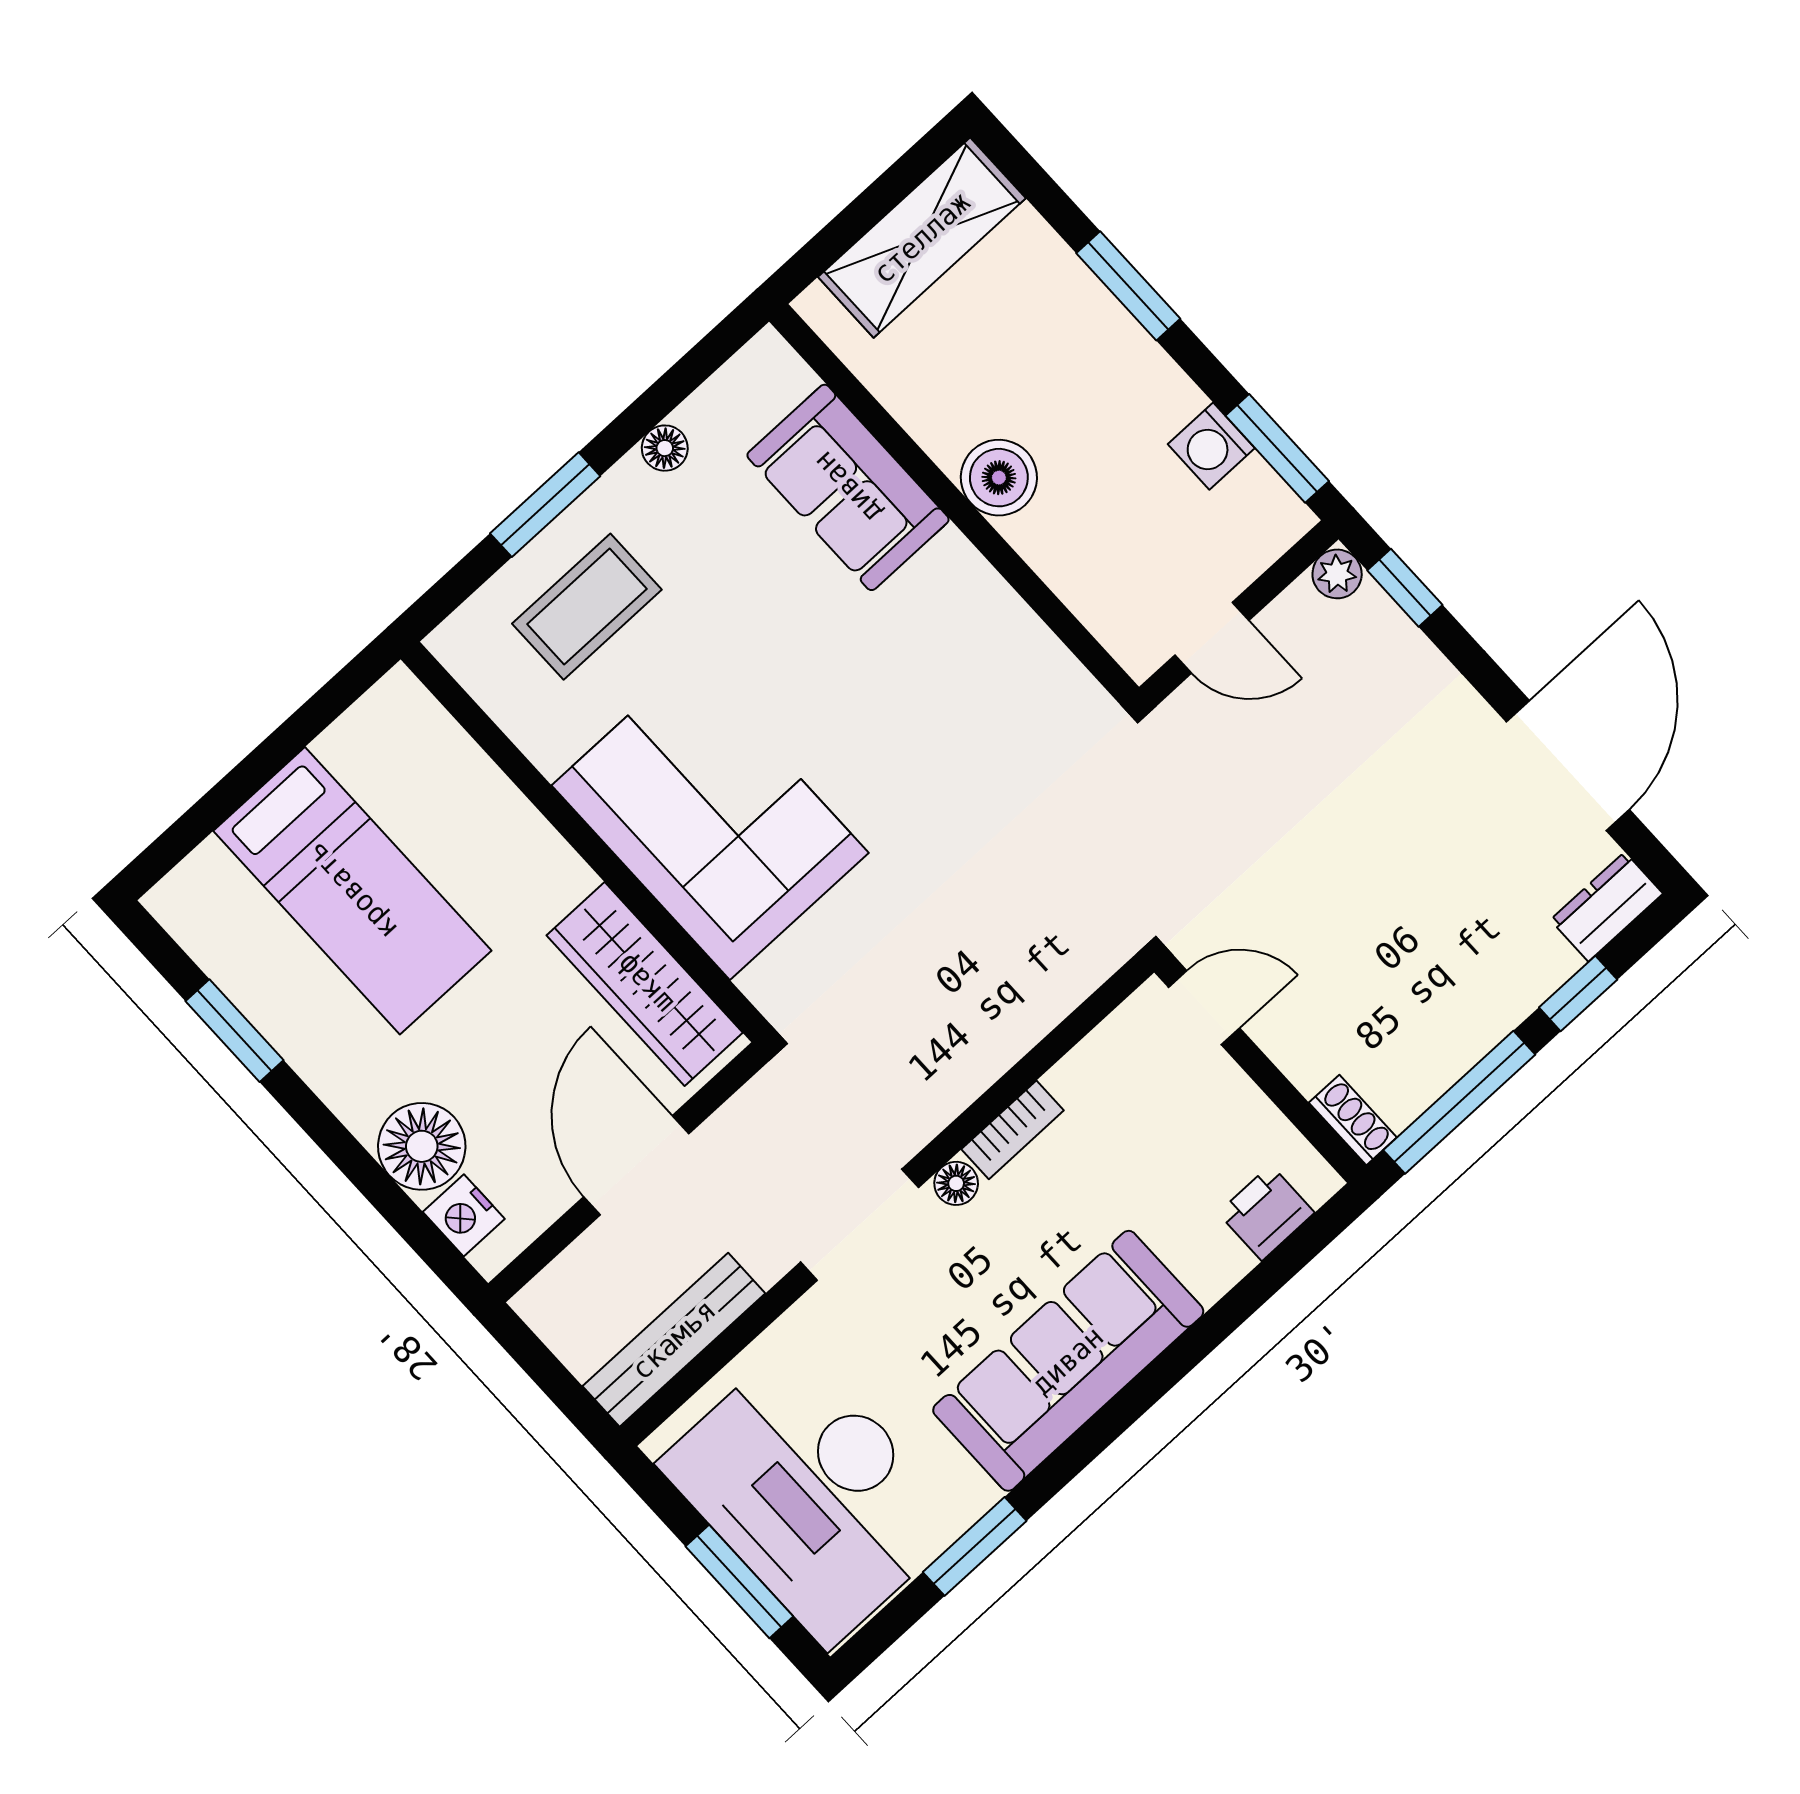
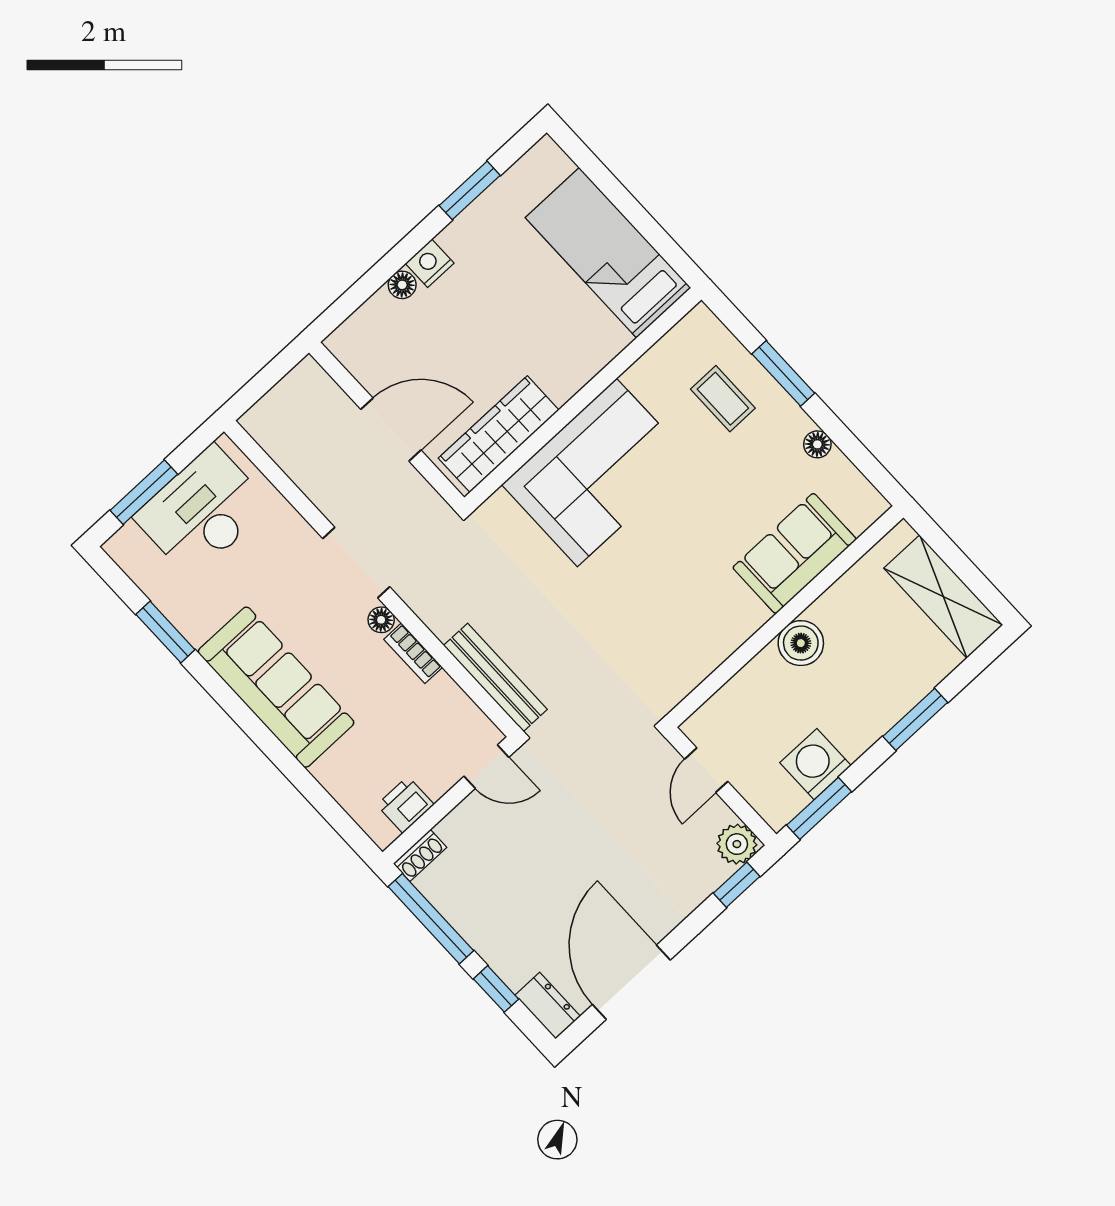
washing machine: (1211, 446) -> (815, 764), width x1.38, depth x1.38
plant: (1337, 574) -> (737, 844), width x1.38, depth x1.38
coffee table: (587, 607) -> (723, 399), width x0.73, depth x0.77
door: (1568, 766) -> (631, 982), swing flipped
bed: (352, 891) -> (608, 253), moved, turned 90
door: (1204, 1008) -> (486, 767), hinge flipped
floor lamp: (422, 1146) -> (402, 285), width x0.53, depth x0.53
printer: (1266, 1213) -> (405, 805), moved, turned -90
nightstand: (464, 1215) -> (430, 263), moved
bench: (674, 1340) -> (495, 677), moved
desk: (812, 1494) -> (202, 511), width x0.73, depth x0.77

